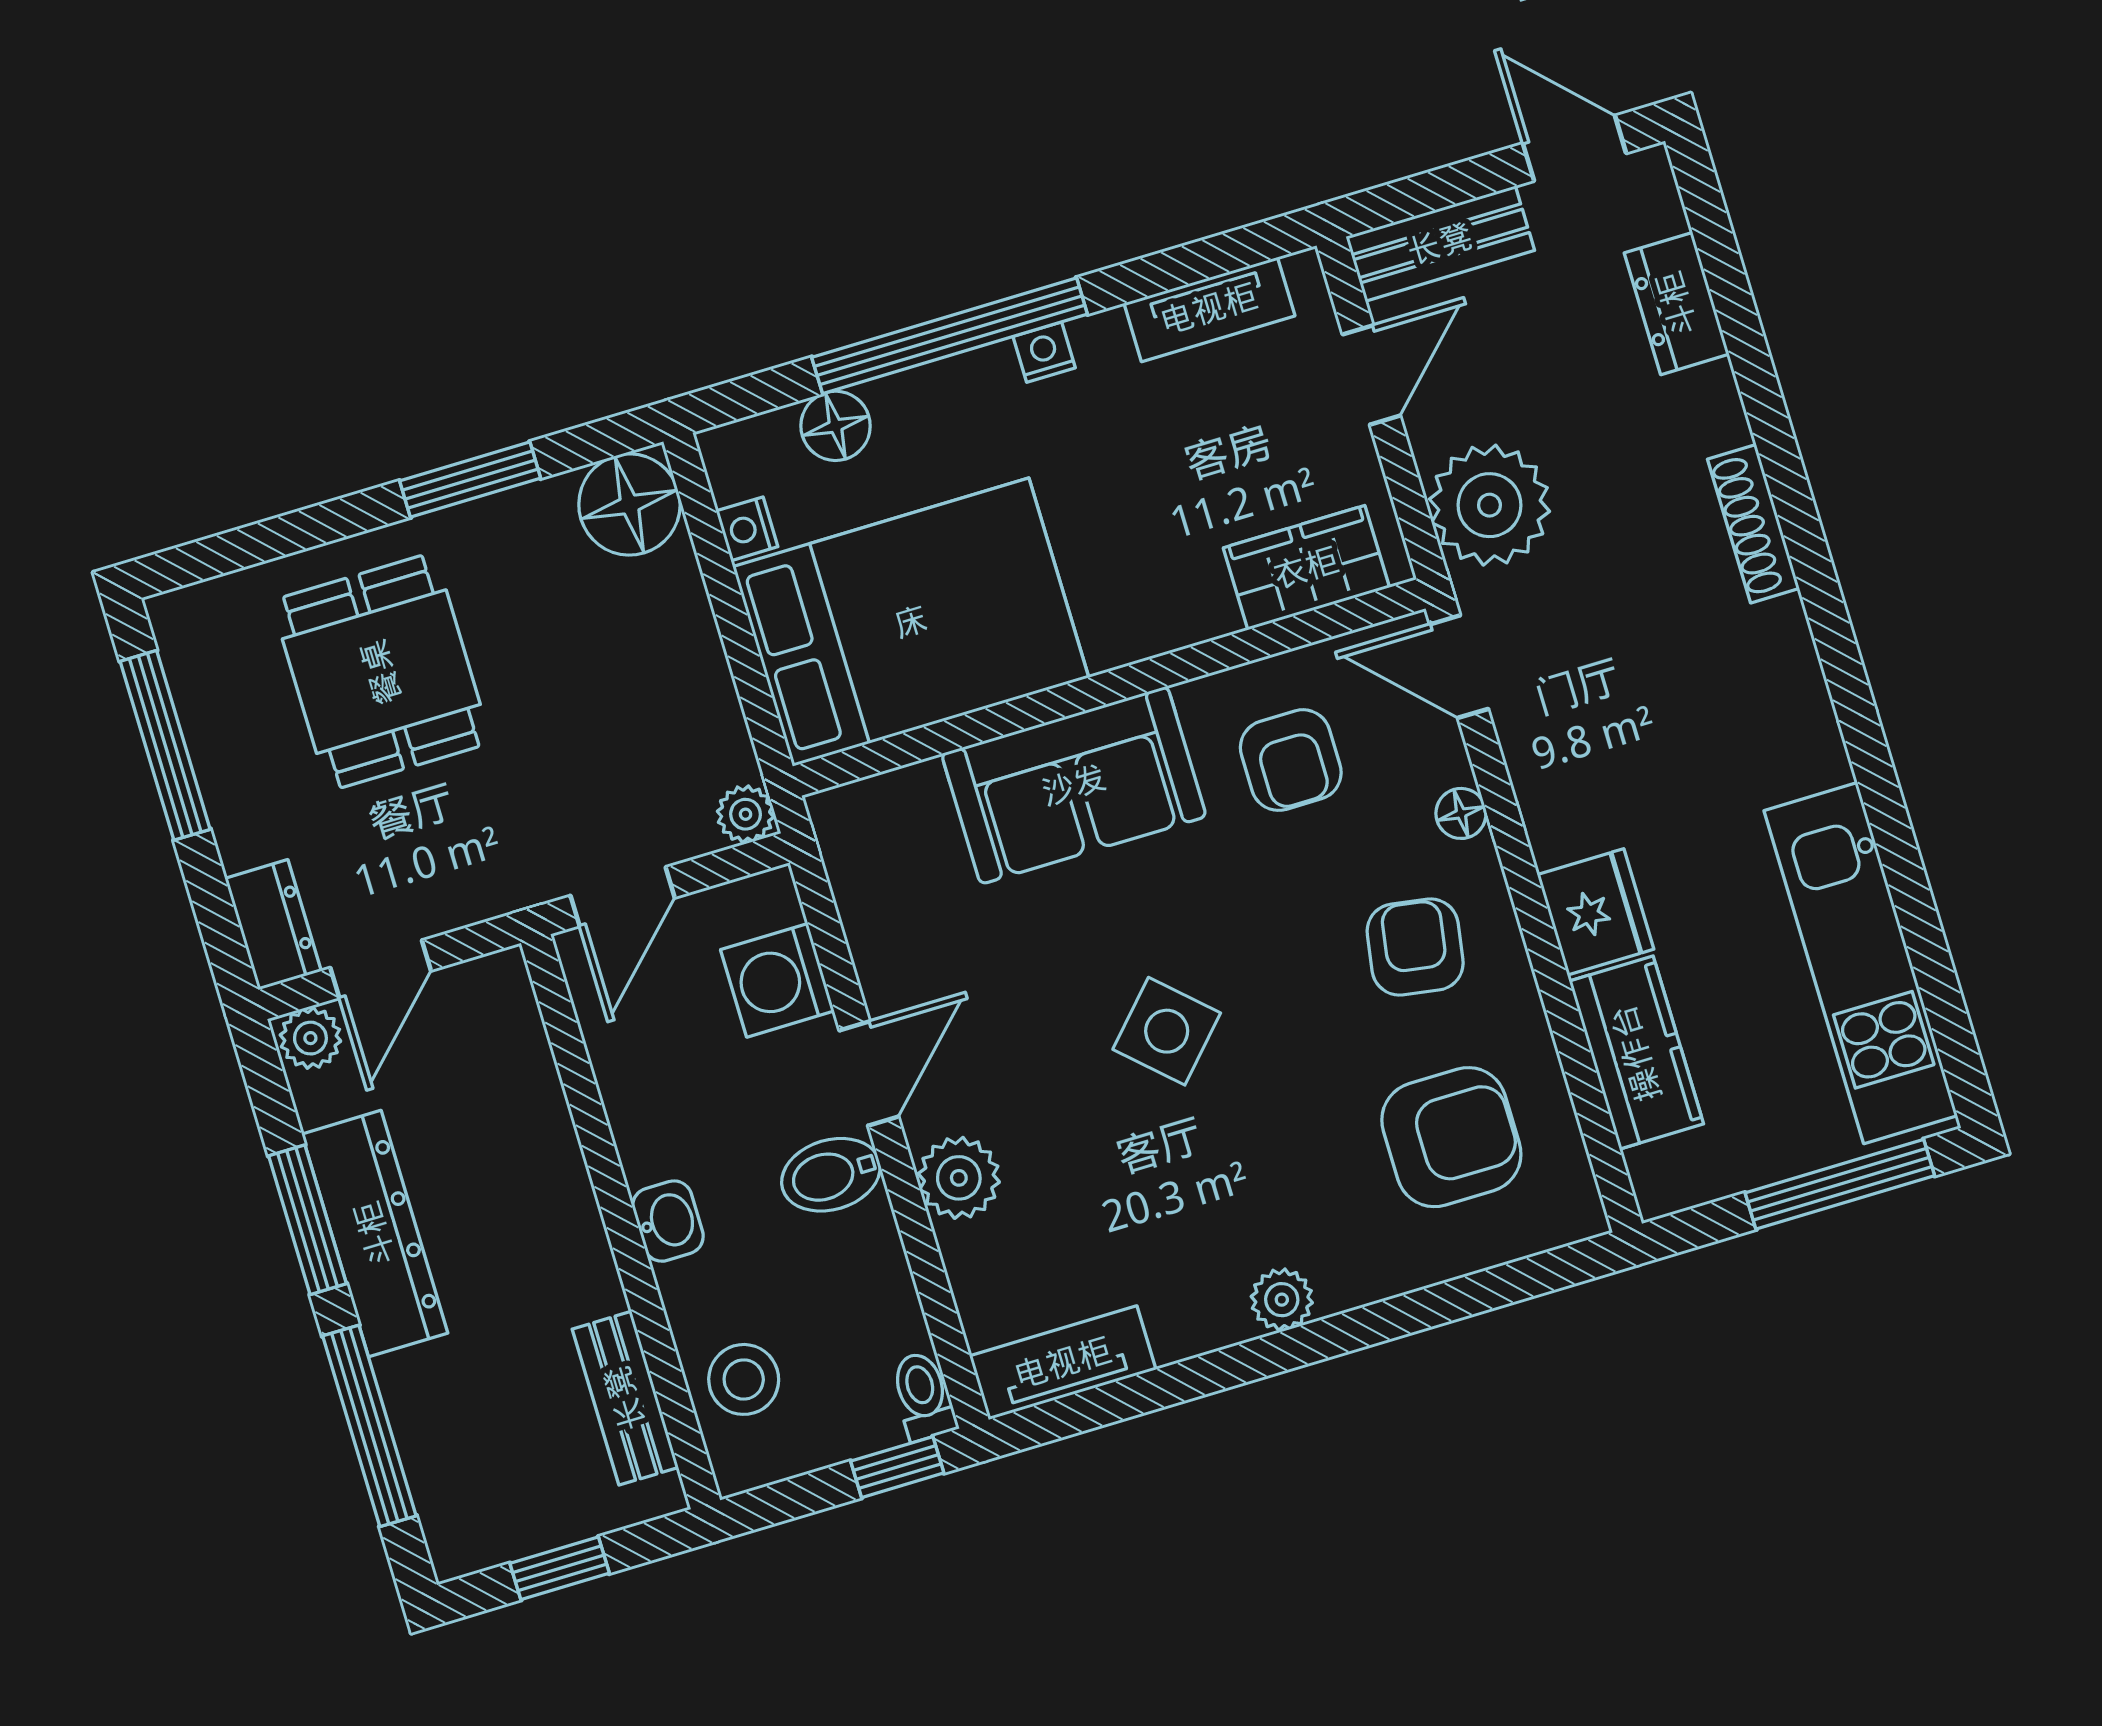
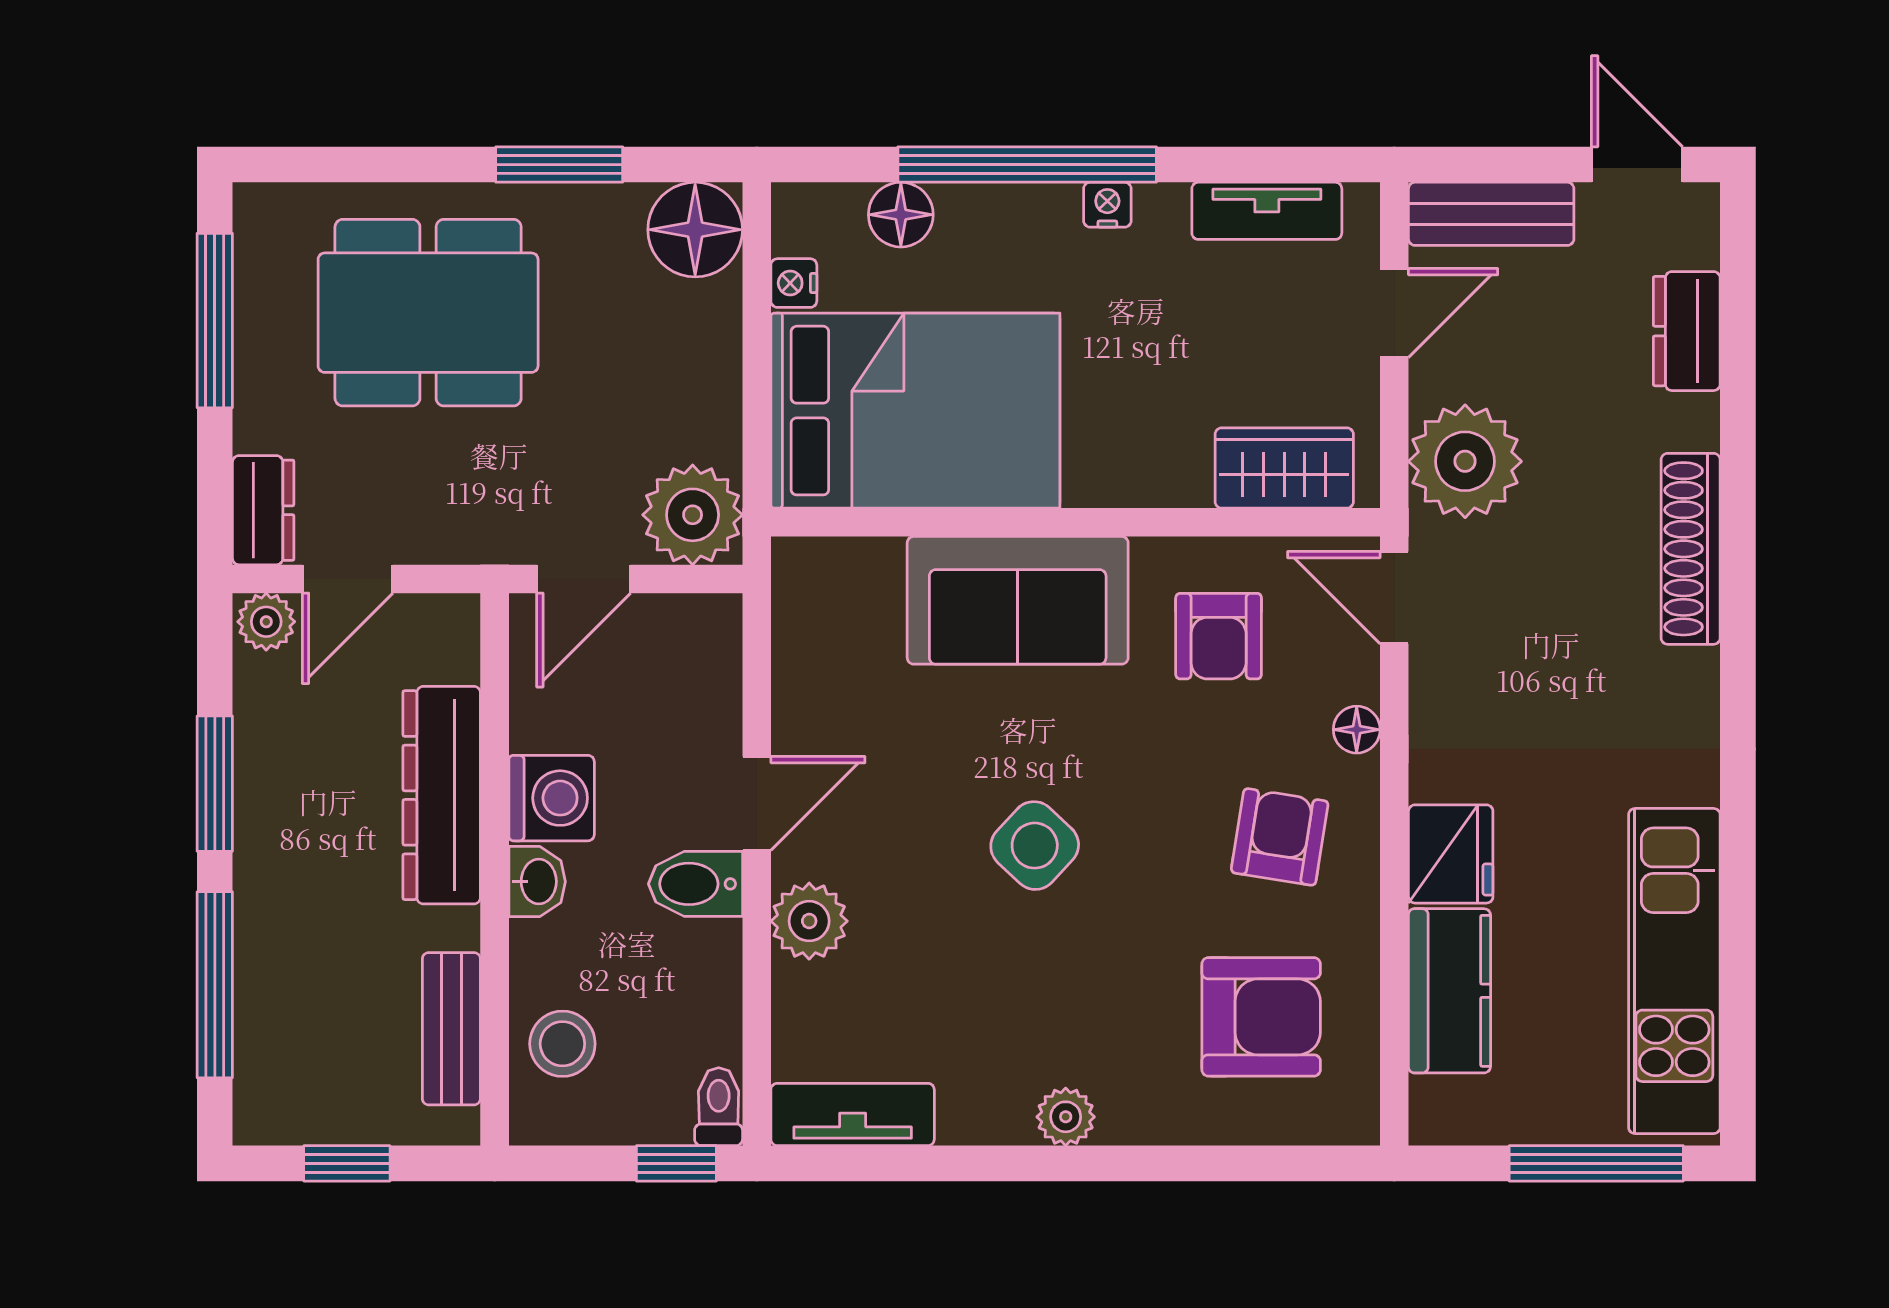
shoe rack: (1753, 524) -> (1691, 549), width x1.36, depth x1.24
dining table: (381, 672) -> (428, 313), width x1.38
plant: (746, 814) -> (693, 515), width x1.88, depth x1.88
washing machine: (777, 980) -> (552, 798), moved, turned 180
dresser: (375, 1234) -> (442, 795), moved, turned 180

